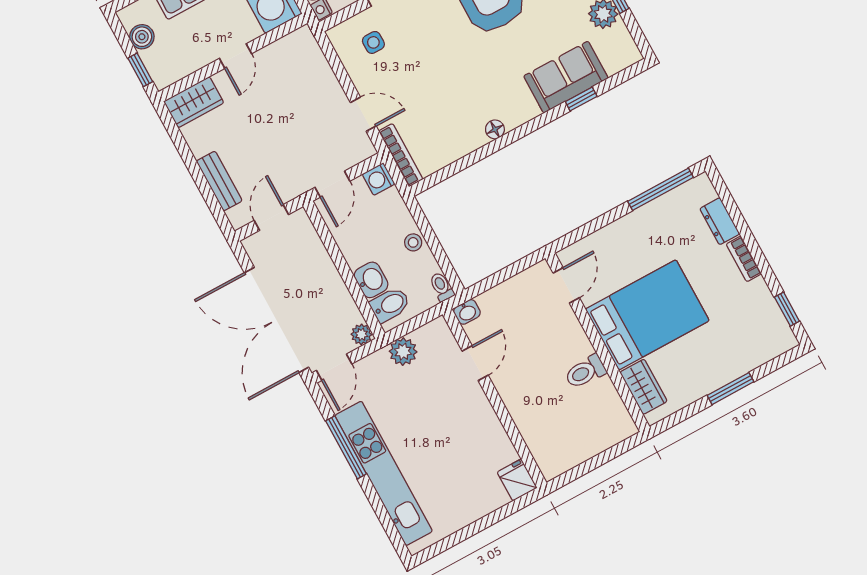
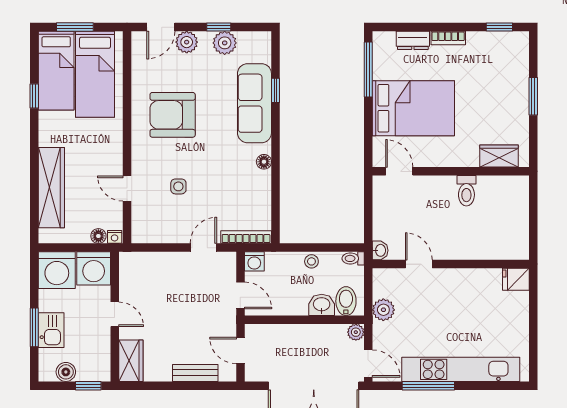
side table: (373, 42) -> (178, 186), moved
sofa: (566, 77) -> (254, 103), width x1.36
bed: (647, 315) -> (413, 108), moved, turned 90

